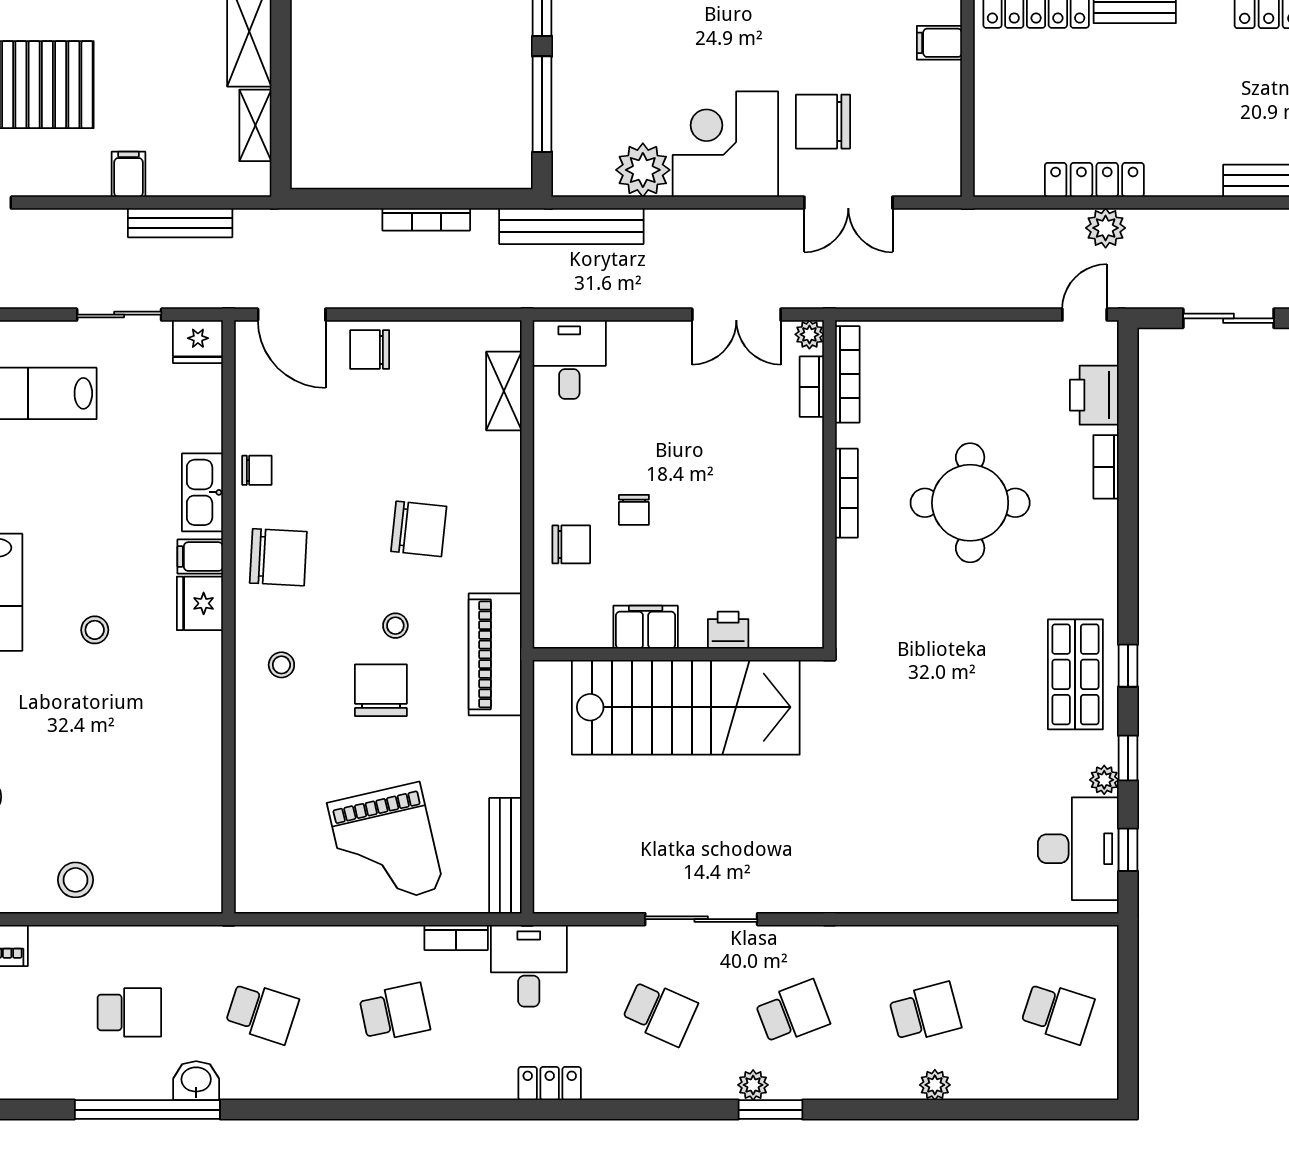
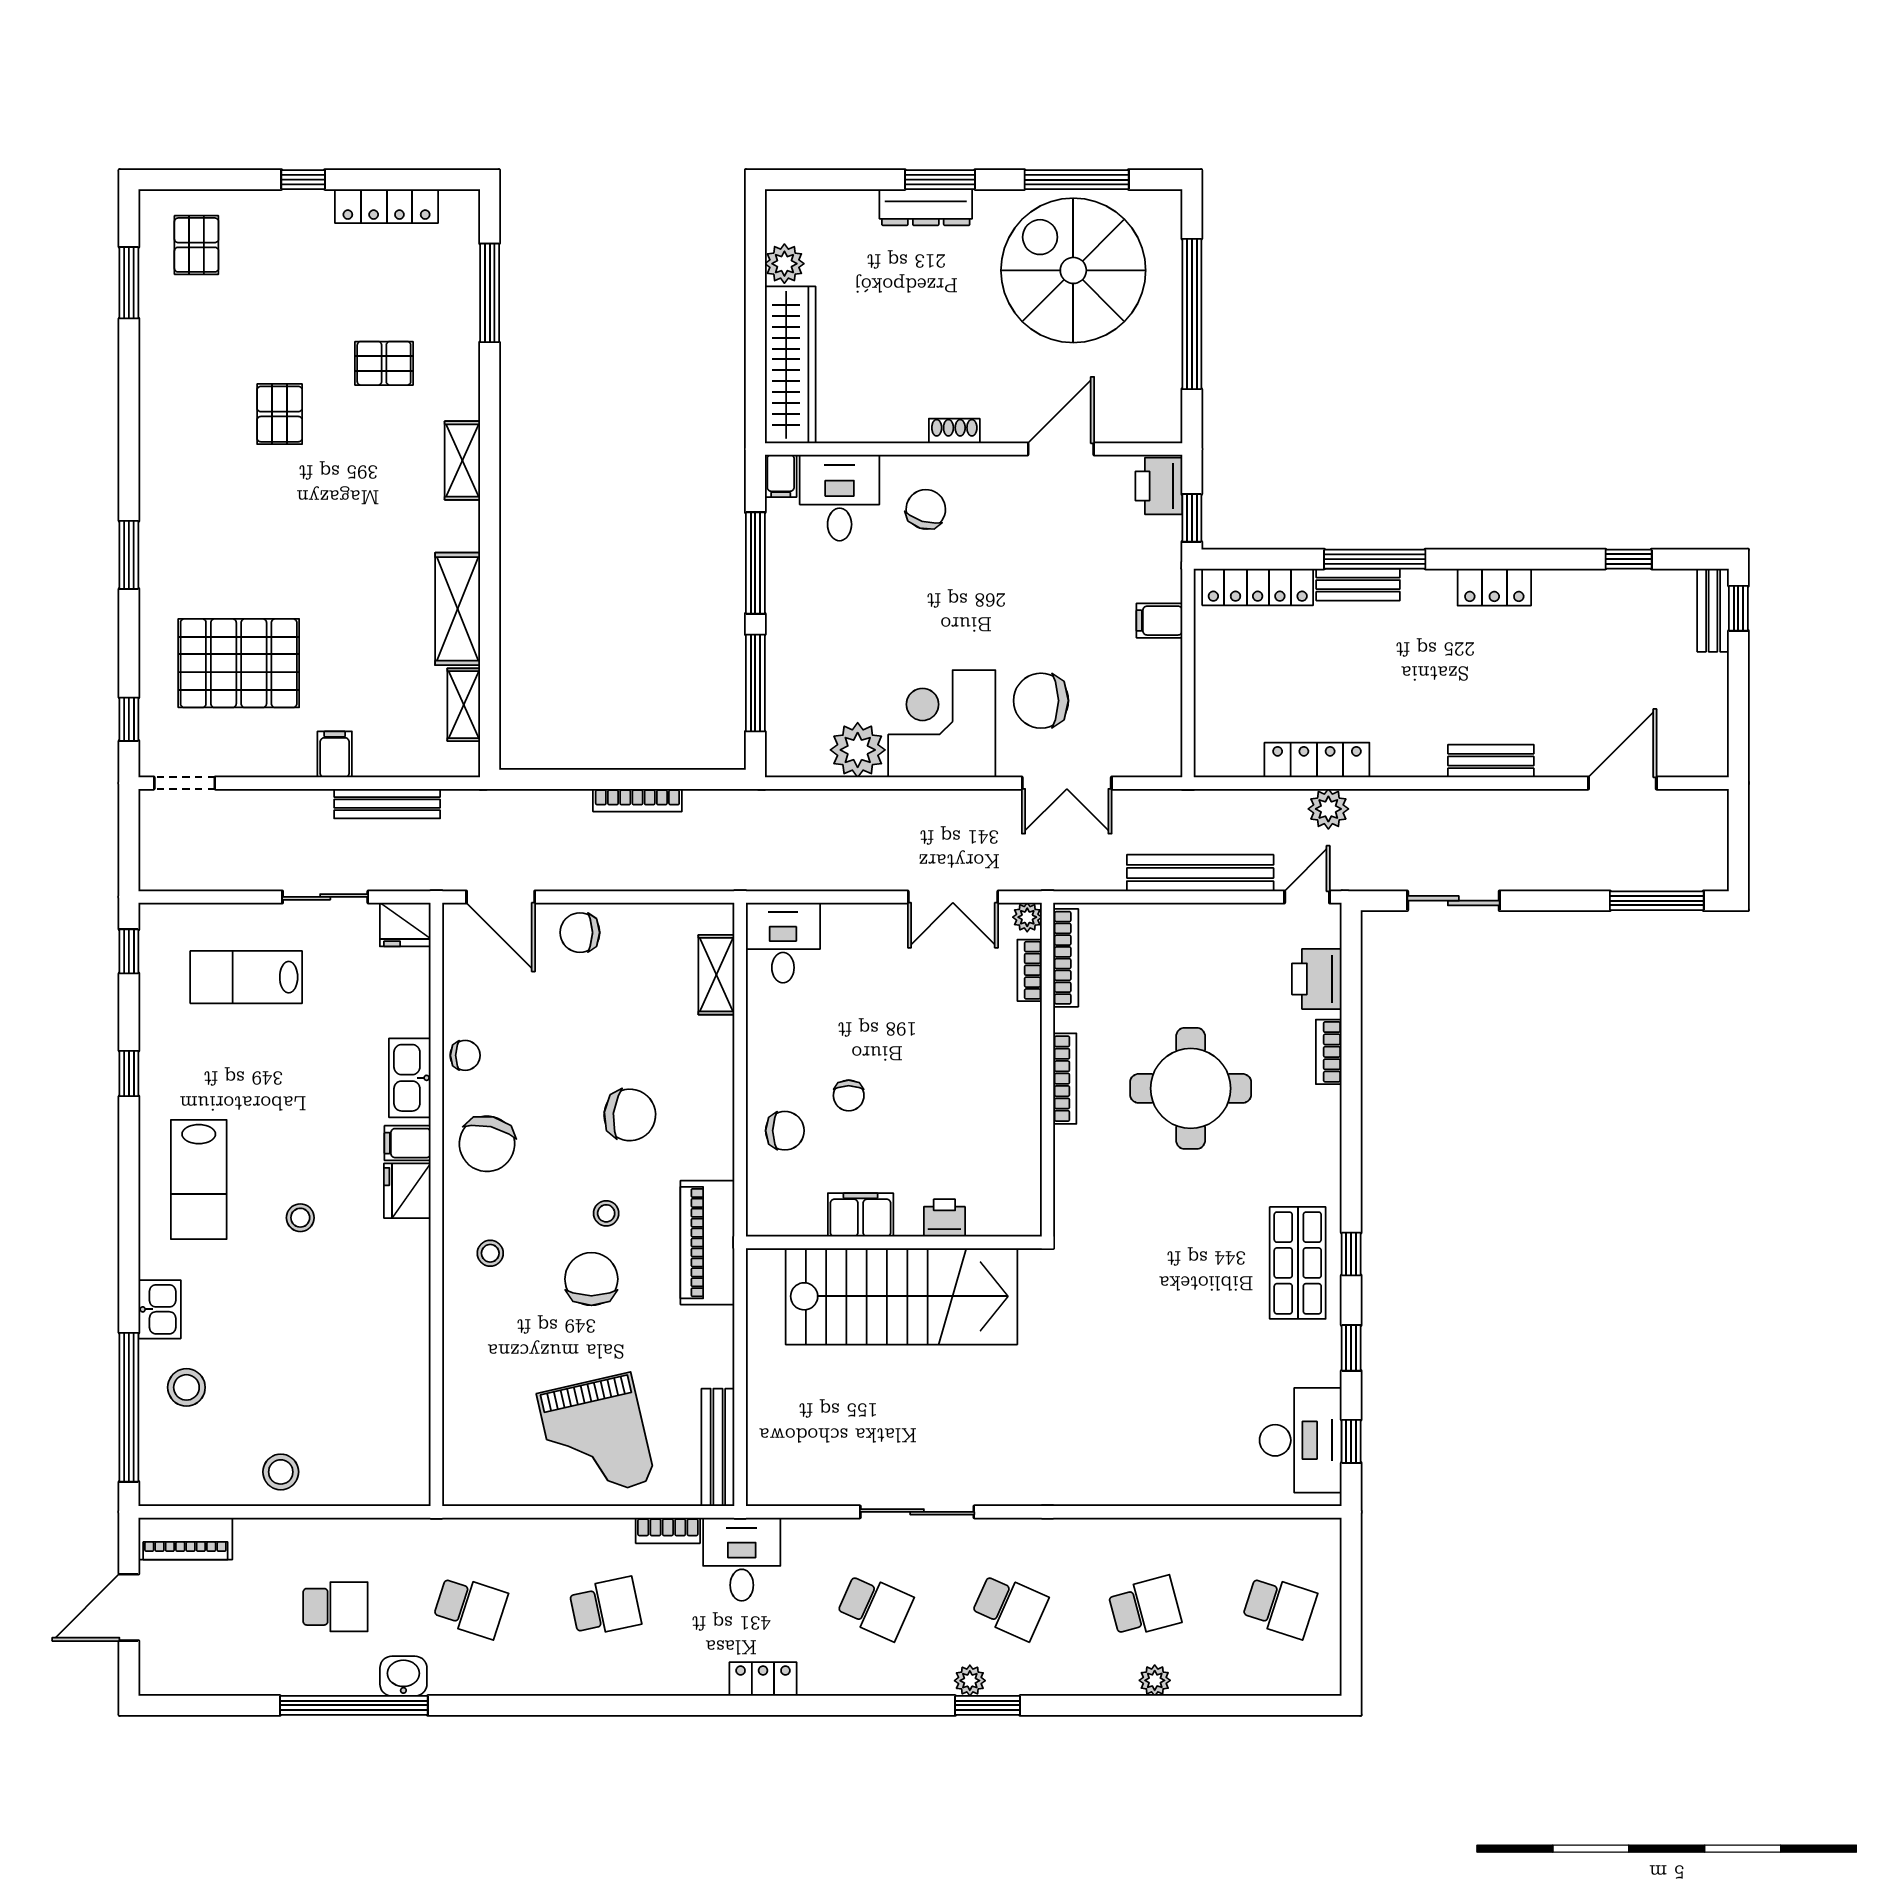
bench: (571, 226) -> (1200, 873), moved
chair: (278, 557) -> (487, 1144), turned 100
plant: (1104, 780) -> (1327, 1370), removed
school desk: (792, 1012) -> (1010, 1607), turned 45

